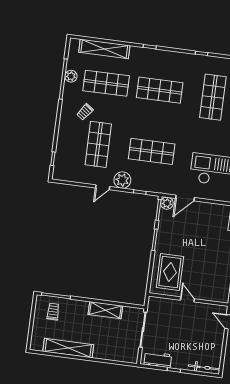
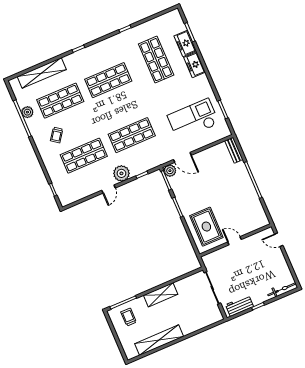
shop shelf: (98, 144) -> (84, 156), turned 90
door: (185, 198) -> (182, 157), hinge flipped
shelving: (105, 310) -> (161, 295), moved

